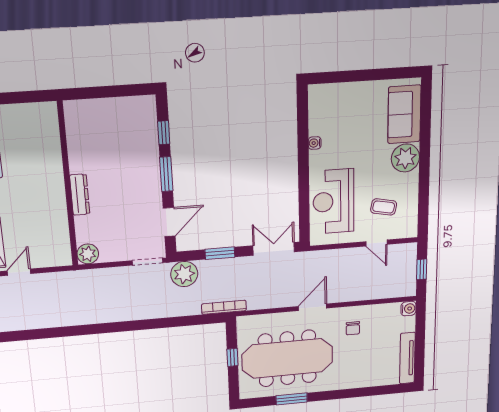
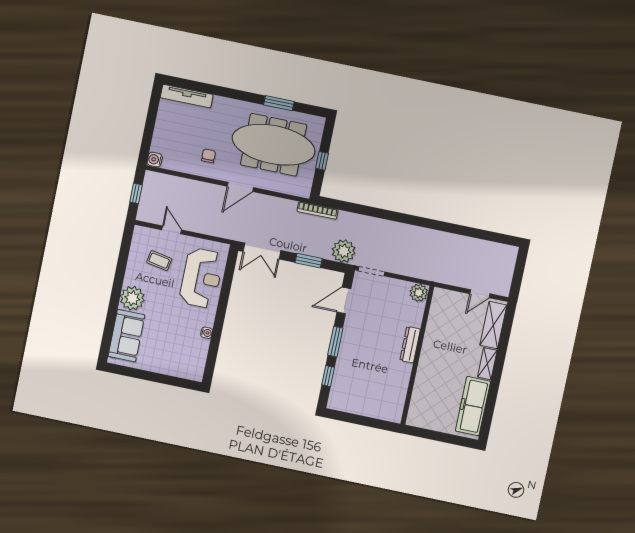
tv unit: (407, 358) -> (187, 96), moved, turned 90

